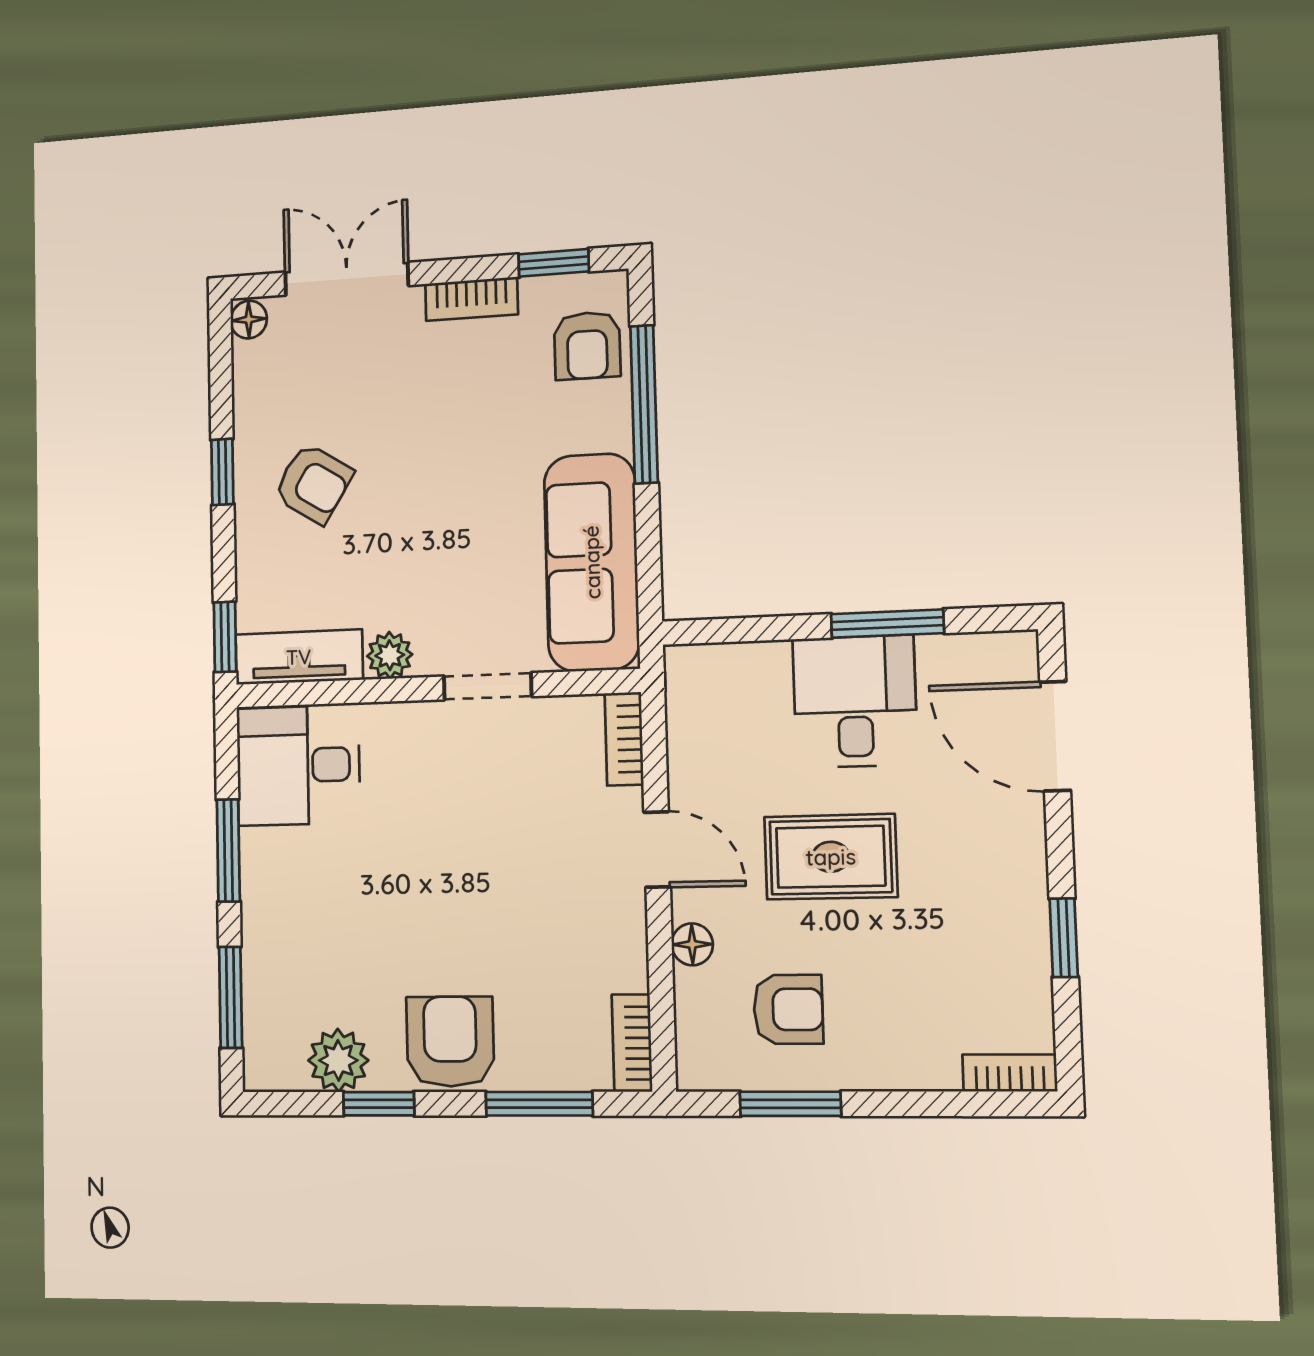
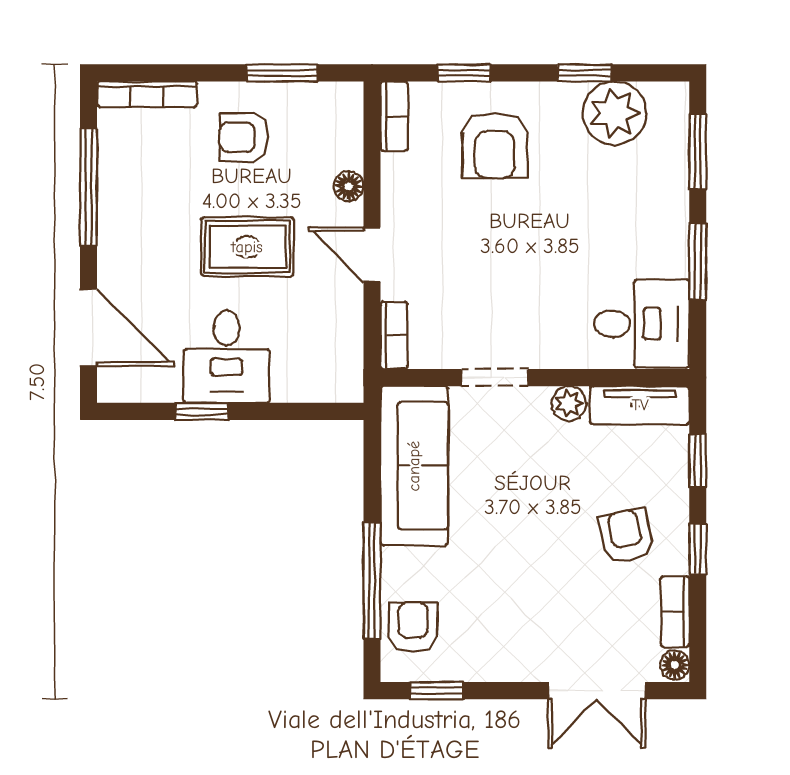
bookcase: (471, 299) -> (675, 612), moved, turned -90
armchair: (313, 484) -> (626, 536), turned 47
window: (887, 624) -> (202, 411), width x0.67
window: (225, 637) -> (698, 461), moved
window: (1064, 938) -> (89, 187), width x2.17
armchair: (788, 1009) -> (244, 137), moved
armchair: (450, 1042) -> (495, 145), moved
plant: (338, 1060) -> (615, 113), width x1.36, depth x1.36
bookcase: (1010, 1073) -> (147, 94), width x1.56
window: (539, 1104) -> (464, 73), width x0.67

